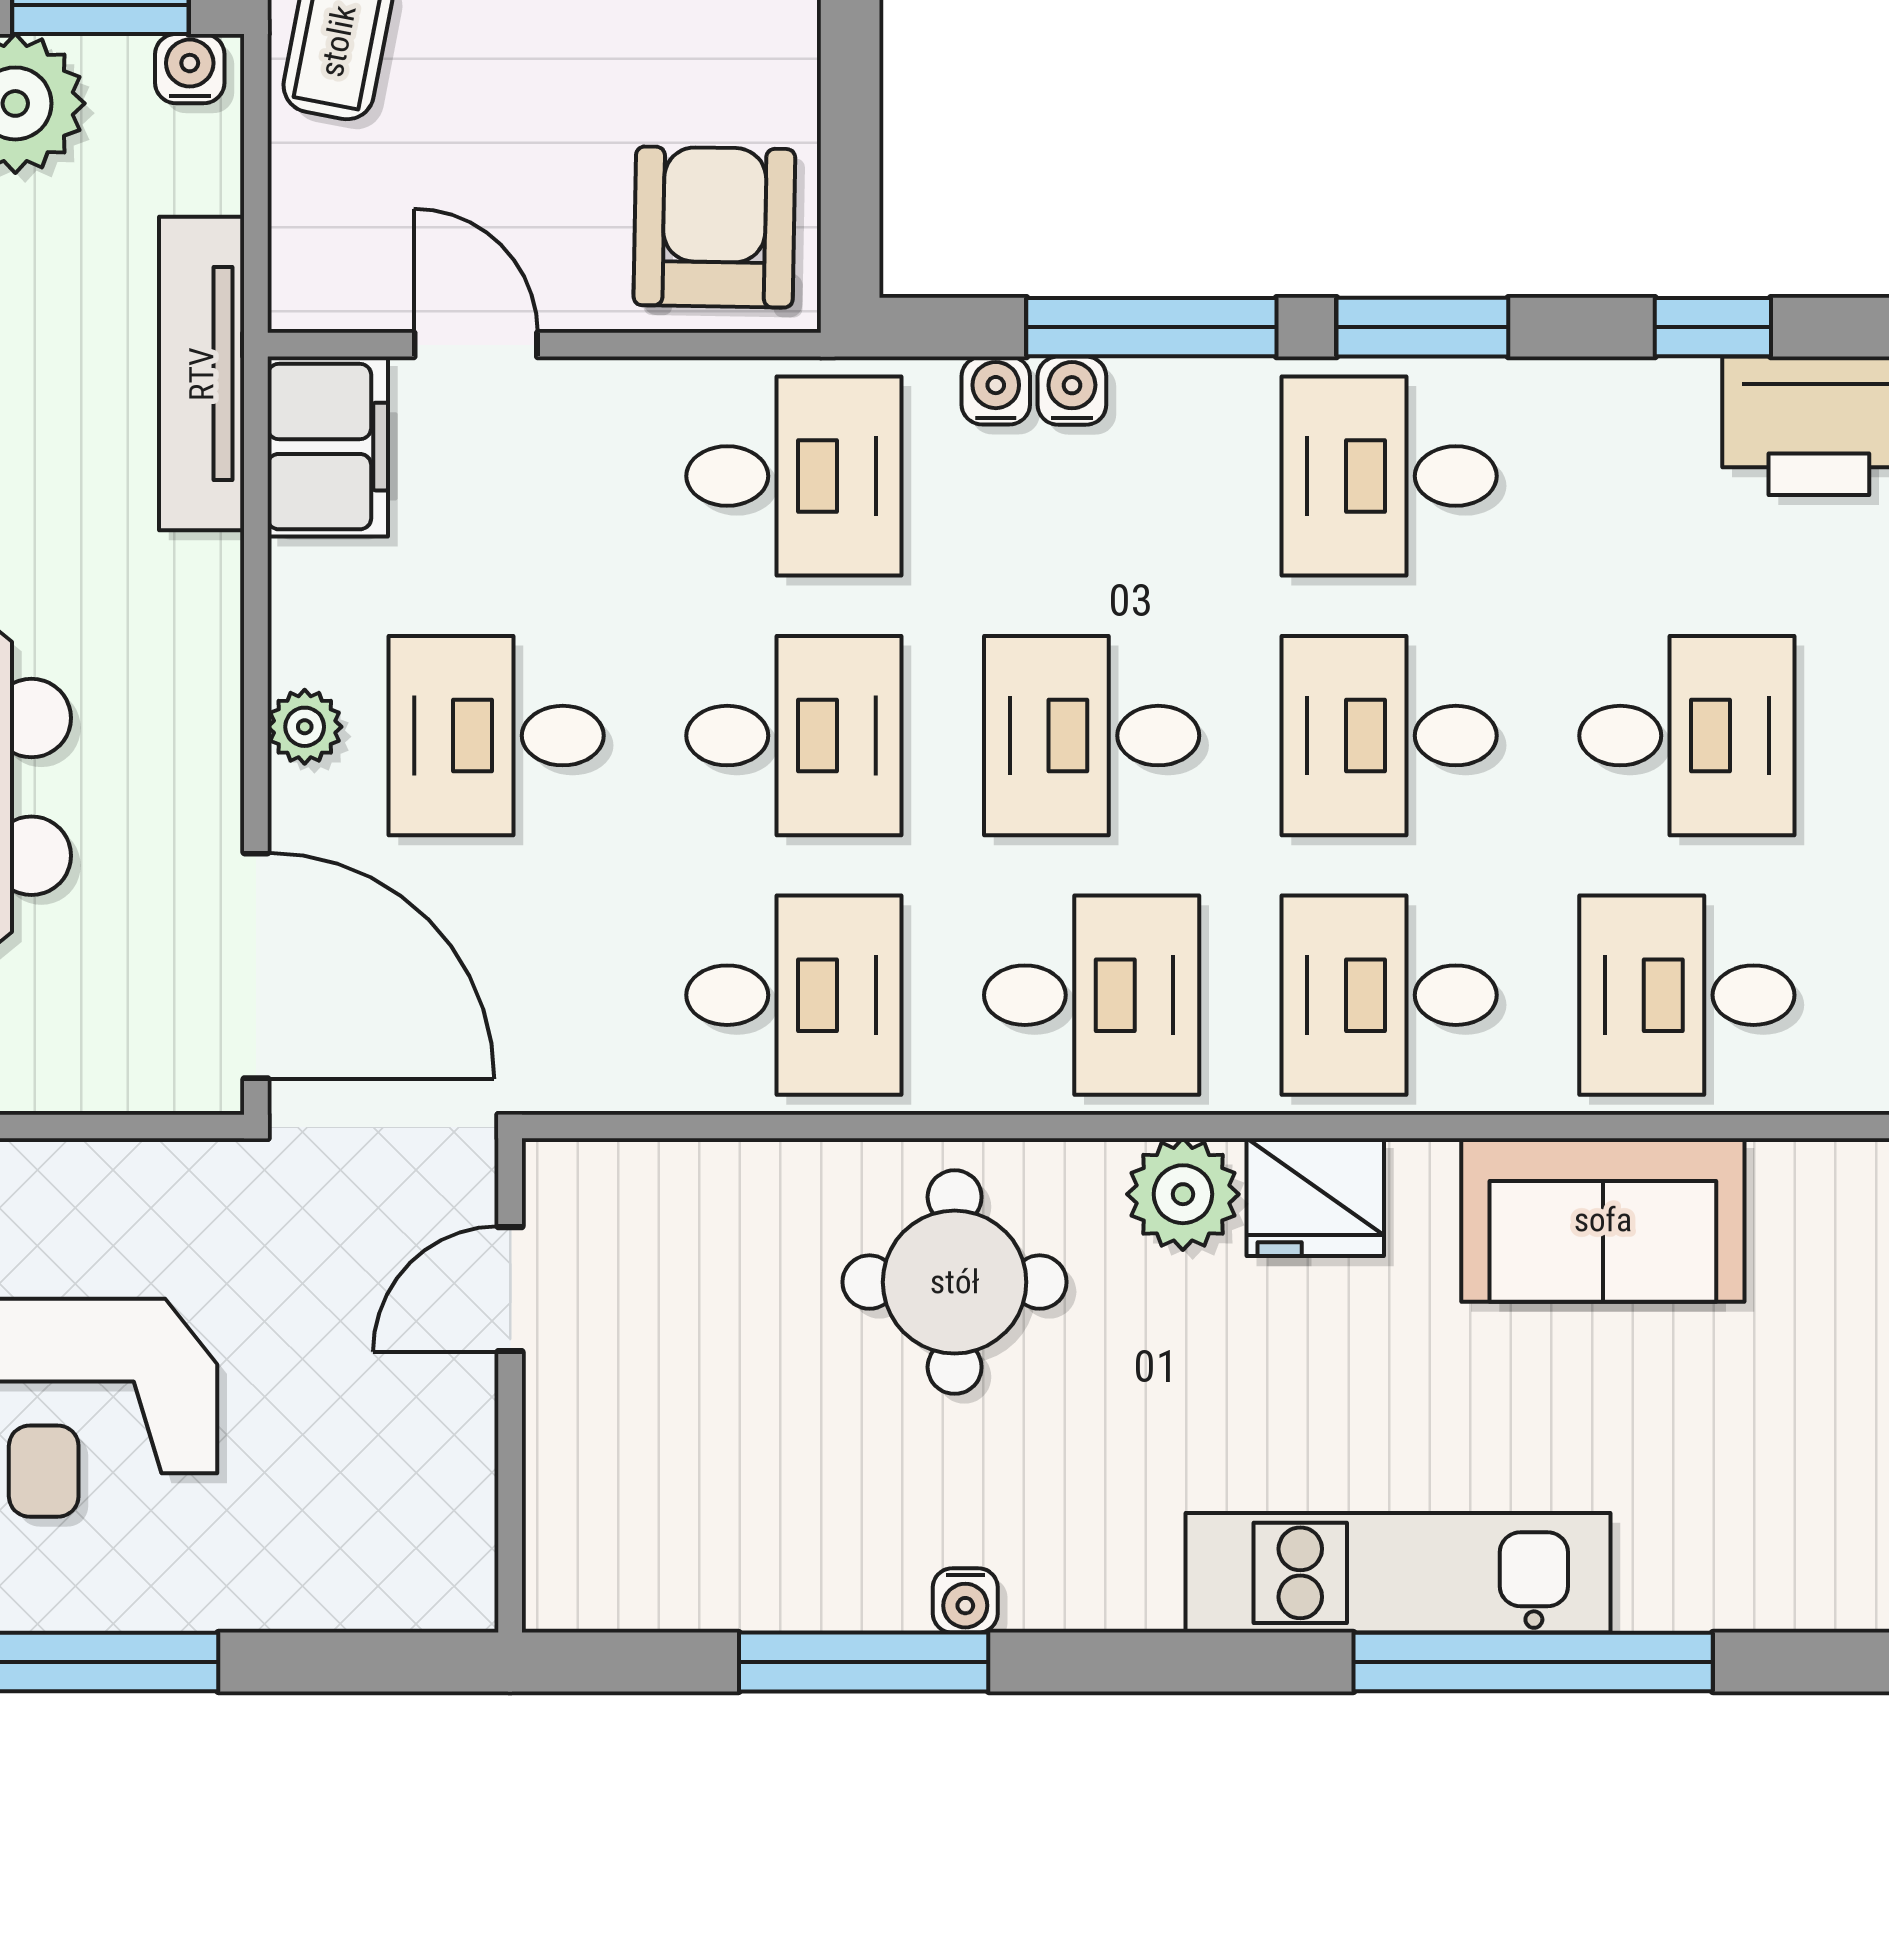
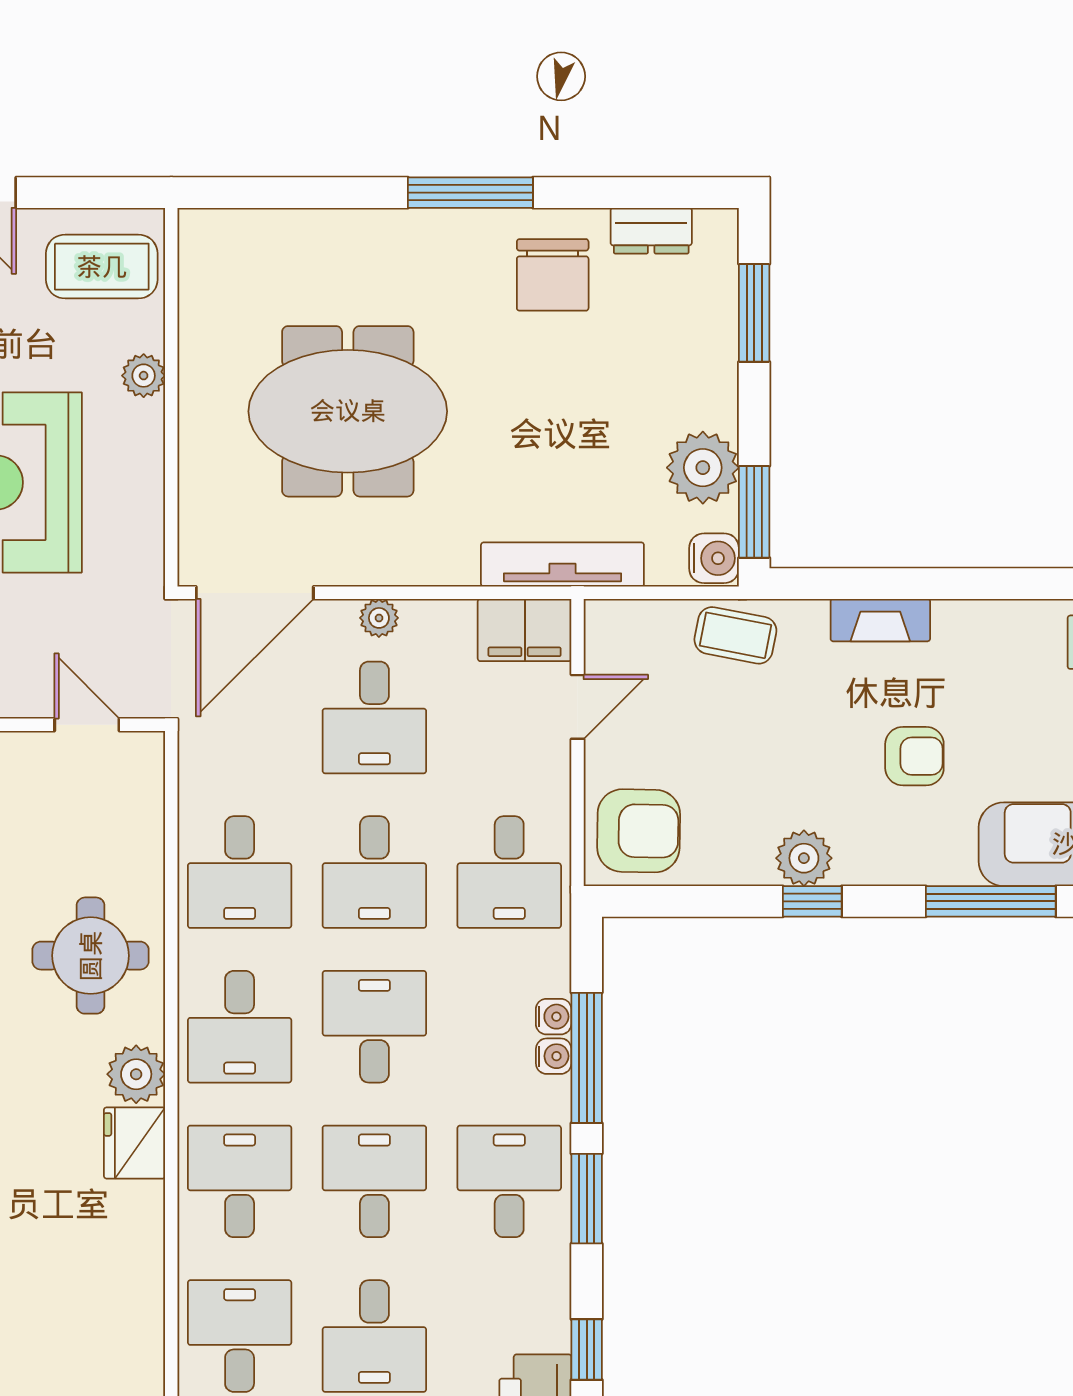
water cooler: (190, 69) -> (714, 558), width x1.38, depth x1.38
water cooler: (996, 391) -> (554, 1056), moved
desk: (496, 736) -> (374, 717), turned 180
sofa: (1603, 1220) -> (123, 1292), removed

